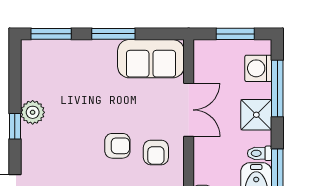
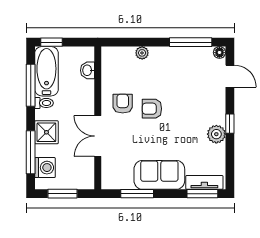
window: (113, 34) -> (137, 194), moved
tv unit: (48, 49) -> (204, 182), added
sofa: (151, 59) -> (159, 175), moved

